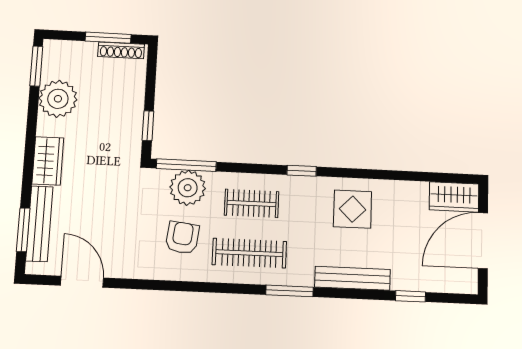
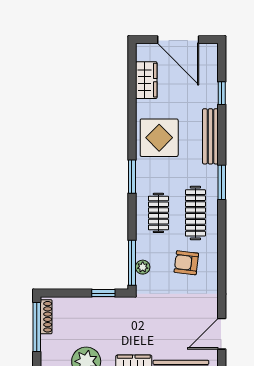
window: (108, 38) -> (37, 327), width x1.44
window: (302, 171) -> (132, 177), width x1.50
plant: (188, 188) -> (143, 267), width x0.53, depth x0.53
wardrobe: (454, 197) -> (146, 80), moved
display table: (352, 209) -> (159, 138), width x1.36, depth x1.36

